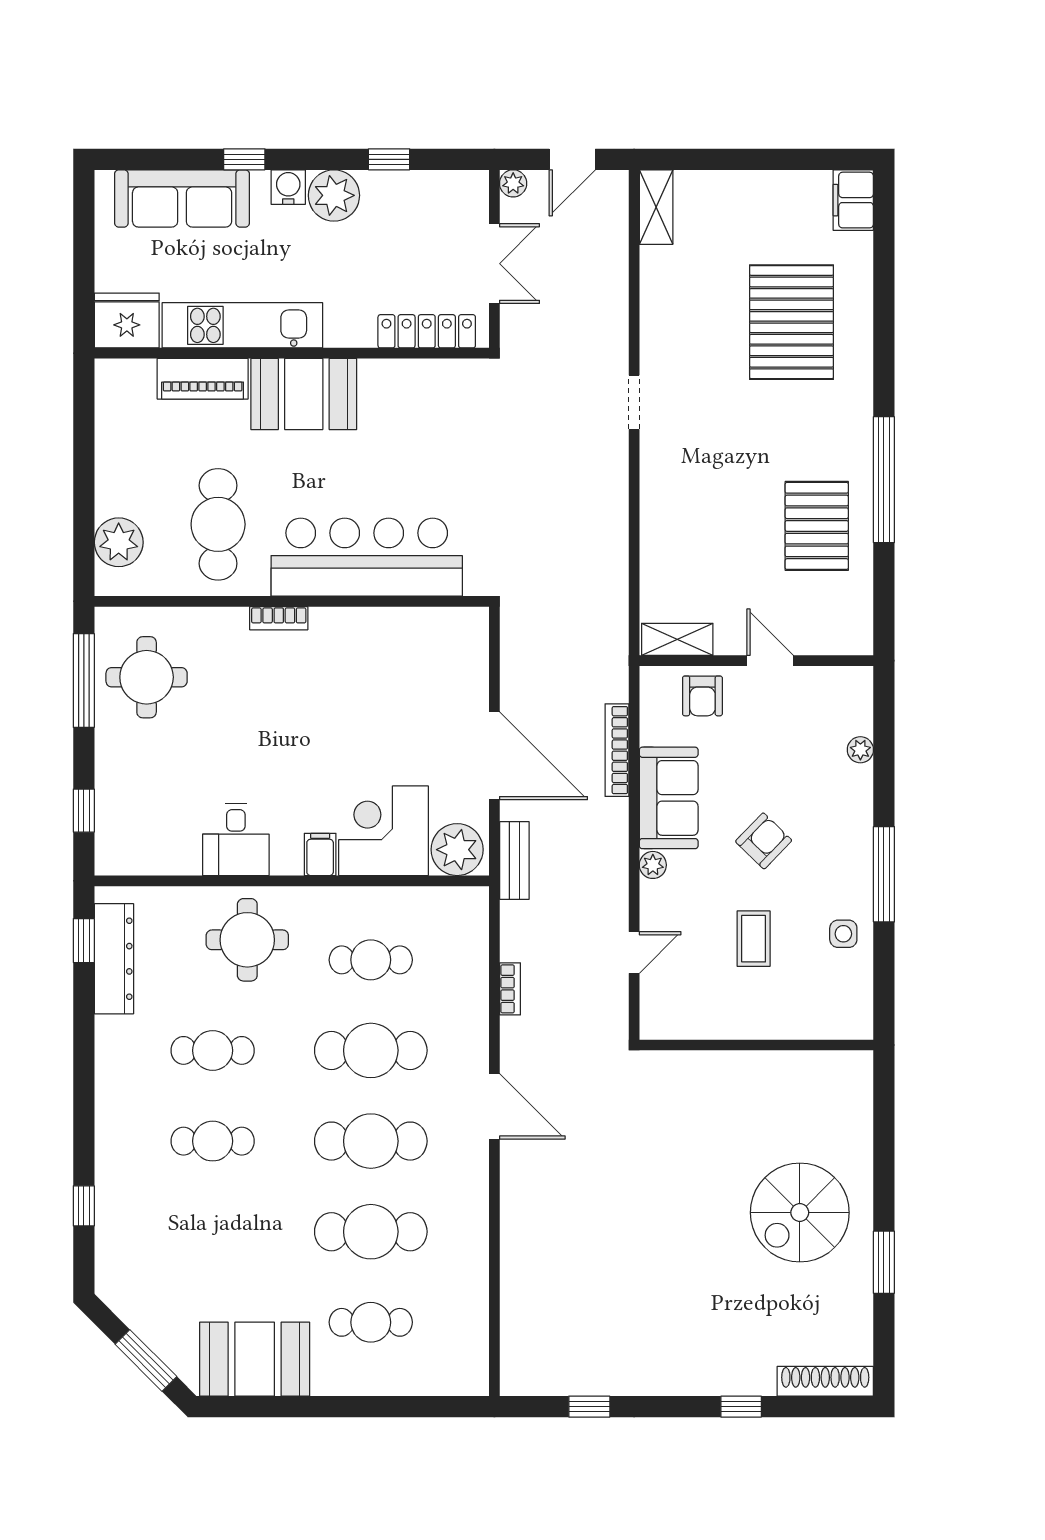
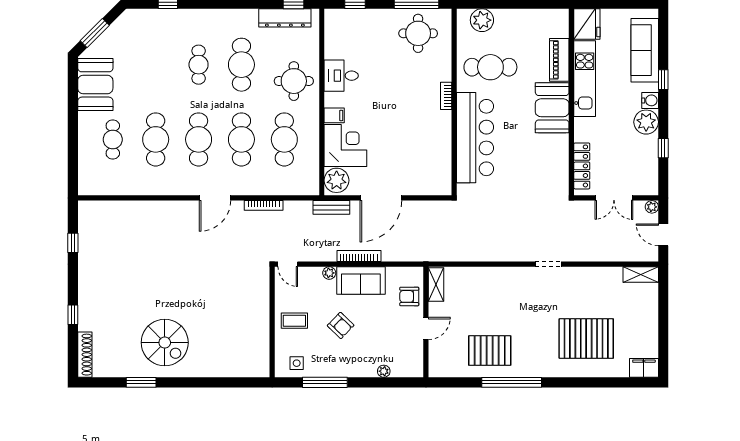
bookcase: (617, 750) -> (359, 256), moved
cafe table: (371, 960) -> (284, 139), width x1.37, depth x1.35
bookcase: (510, 989) -> (264, 205), width x1.56
wall: (756, 1045) -> (272, 322), moved
cafe table: (213, 1050) -> (241, 65), width x1.37, depth x1.35
spiral stairs: (800, 1213) -> (165, 343), turned 180

